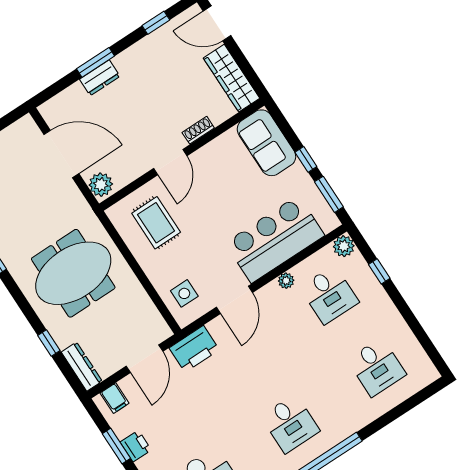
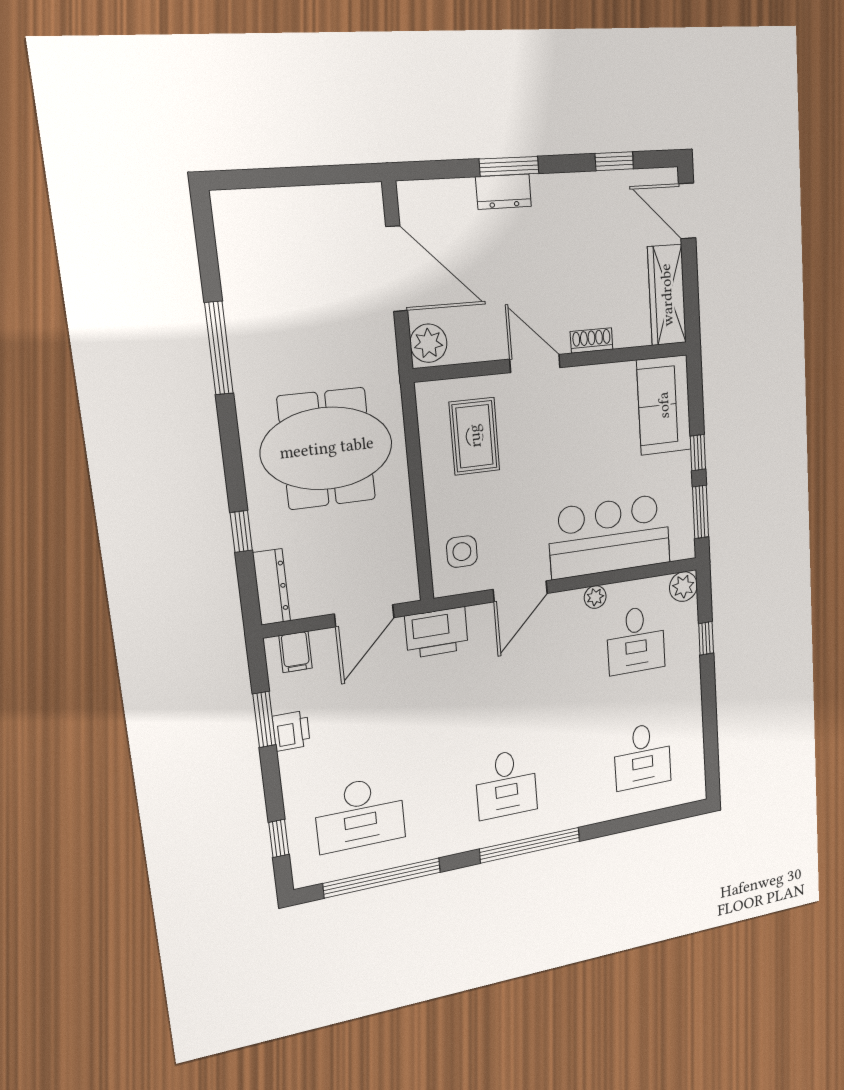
door: (170, 162) -> (535, 363), swing flipped

